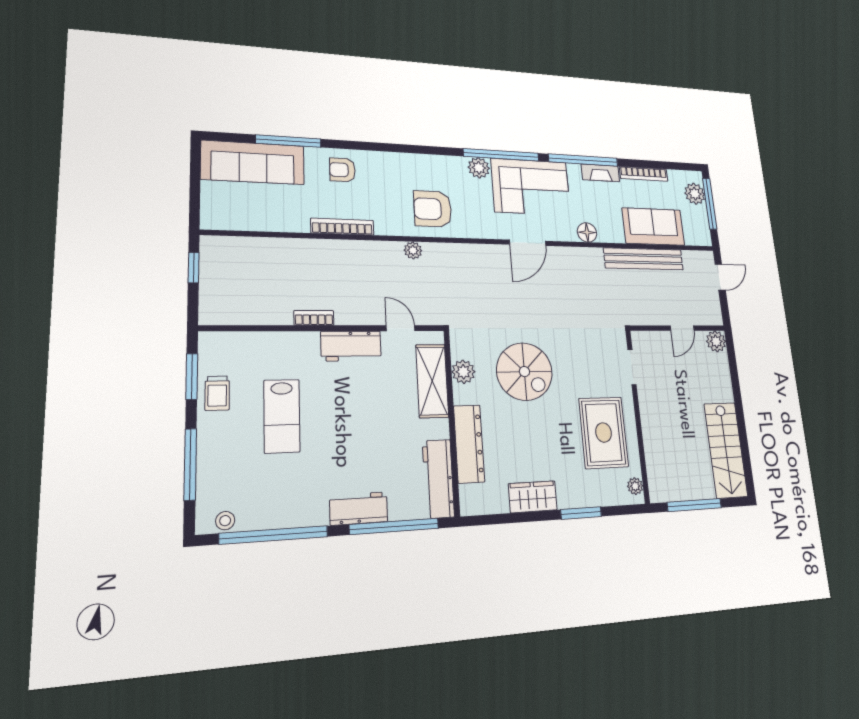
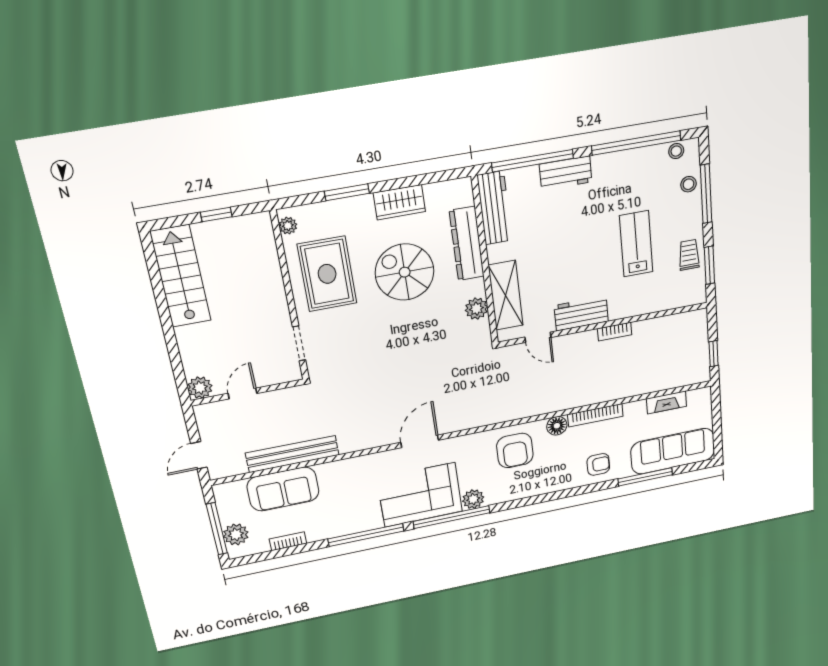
fireplace: (600, 173) -> (666, 402), moved, turned 180
bookcase: (644, 174) -> (288, 541), width x0.64
armchair: (433, 209) -> (515, 451), turned 90
floor lamp: (587, 232) -> (557, 426), moved
plant: (413, 250) -> (531, 409), removed
spiral stairs: (524, 372) -> (405, 272), moved
stool: (212, 479) -> (688, 184), added
window: (694, 505) -> (216, 215), width x0.46

